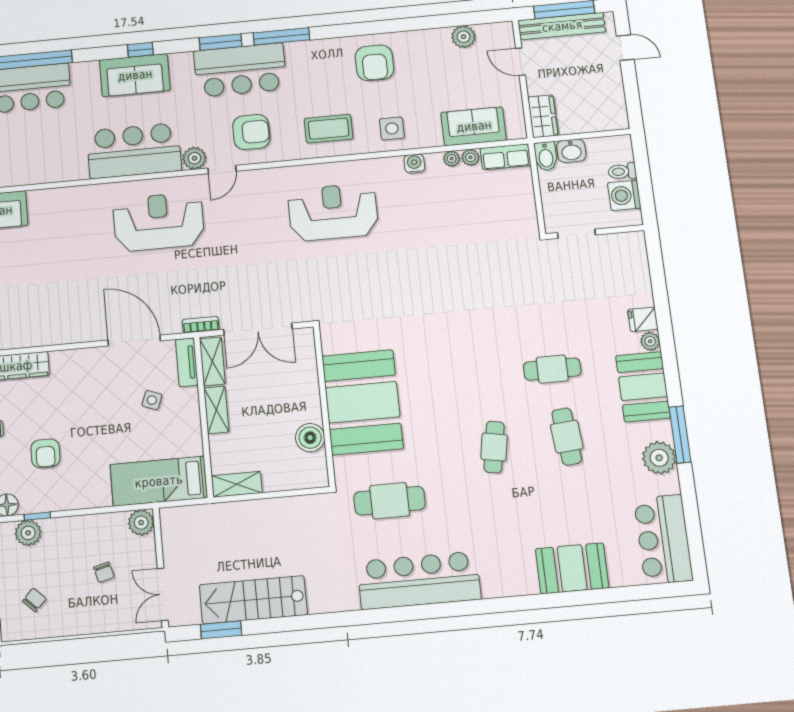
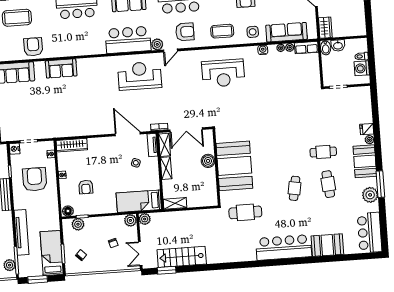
sofa: (474, 126) -> (287, 32), width x1.36
reception desk: (333, 212) -> (223, 73), turned 180
boiler: (310, 438) -> (208, 161), moved
plant: (172, 519) -> (145, 219), added
bar counter: (419, 580) -> (284, 247), moved

